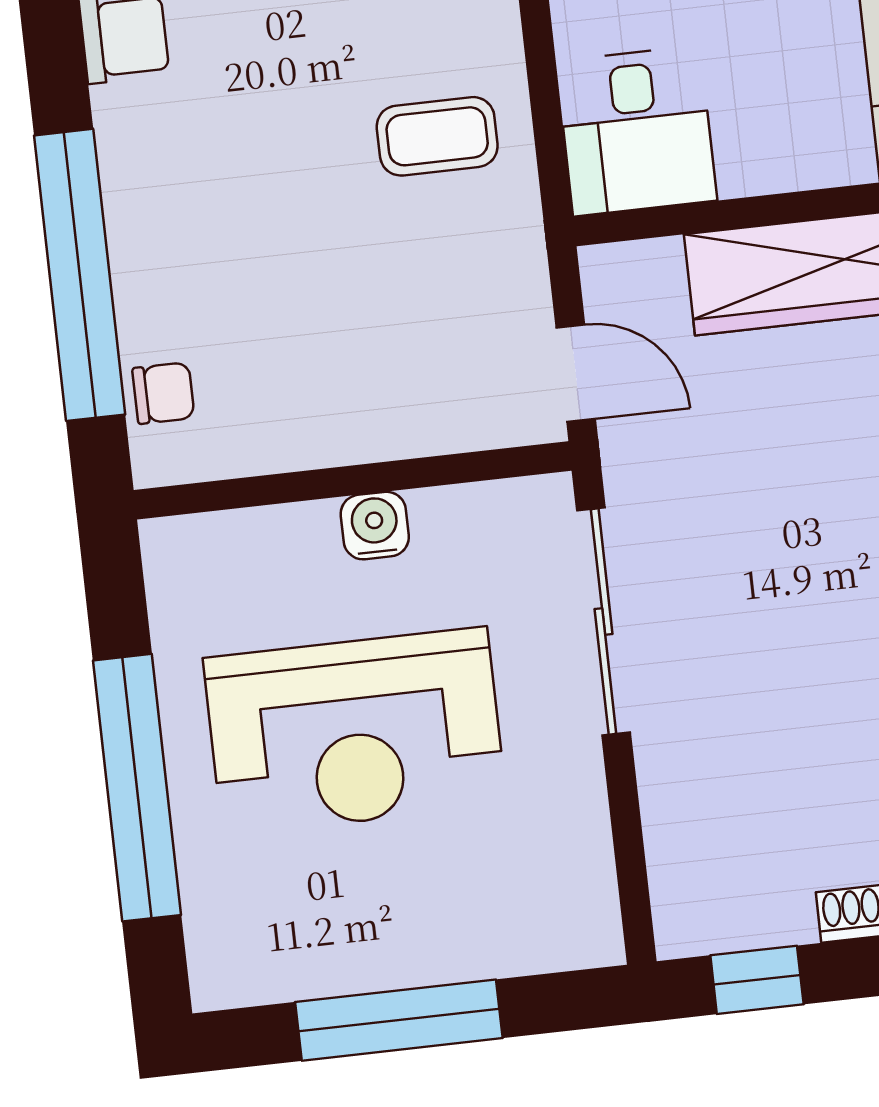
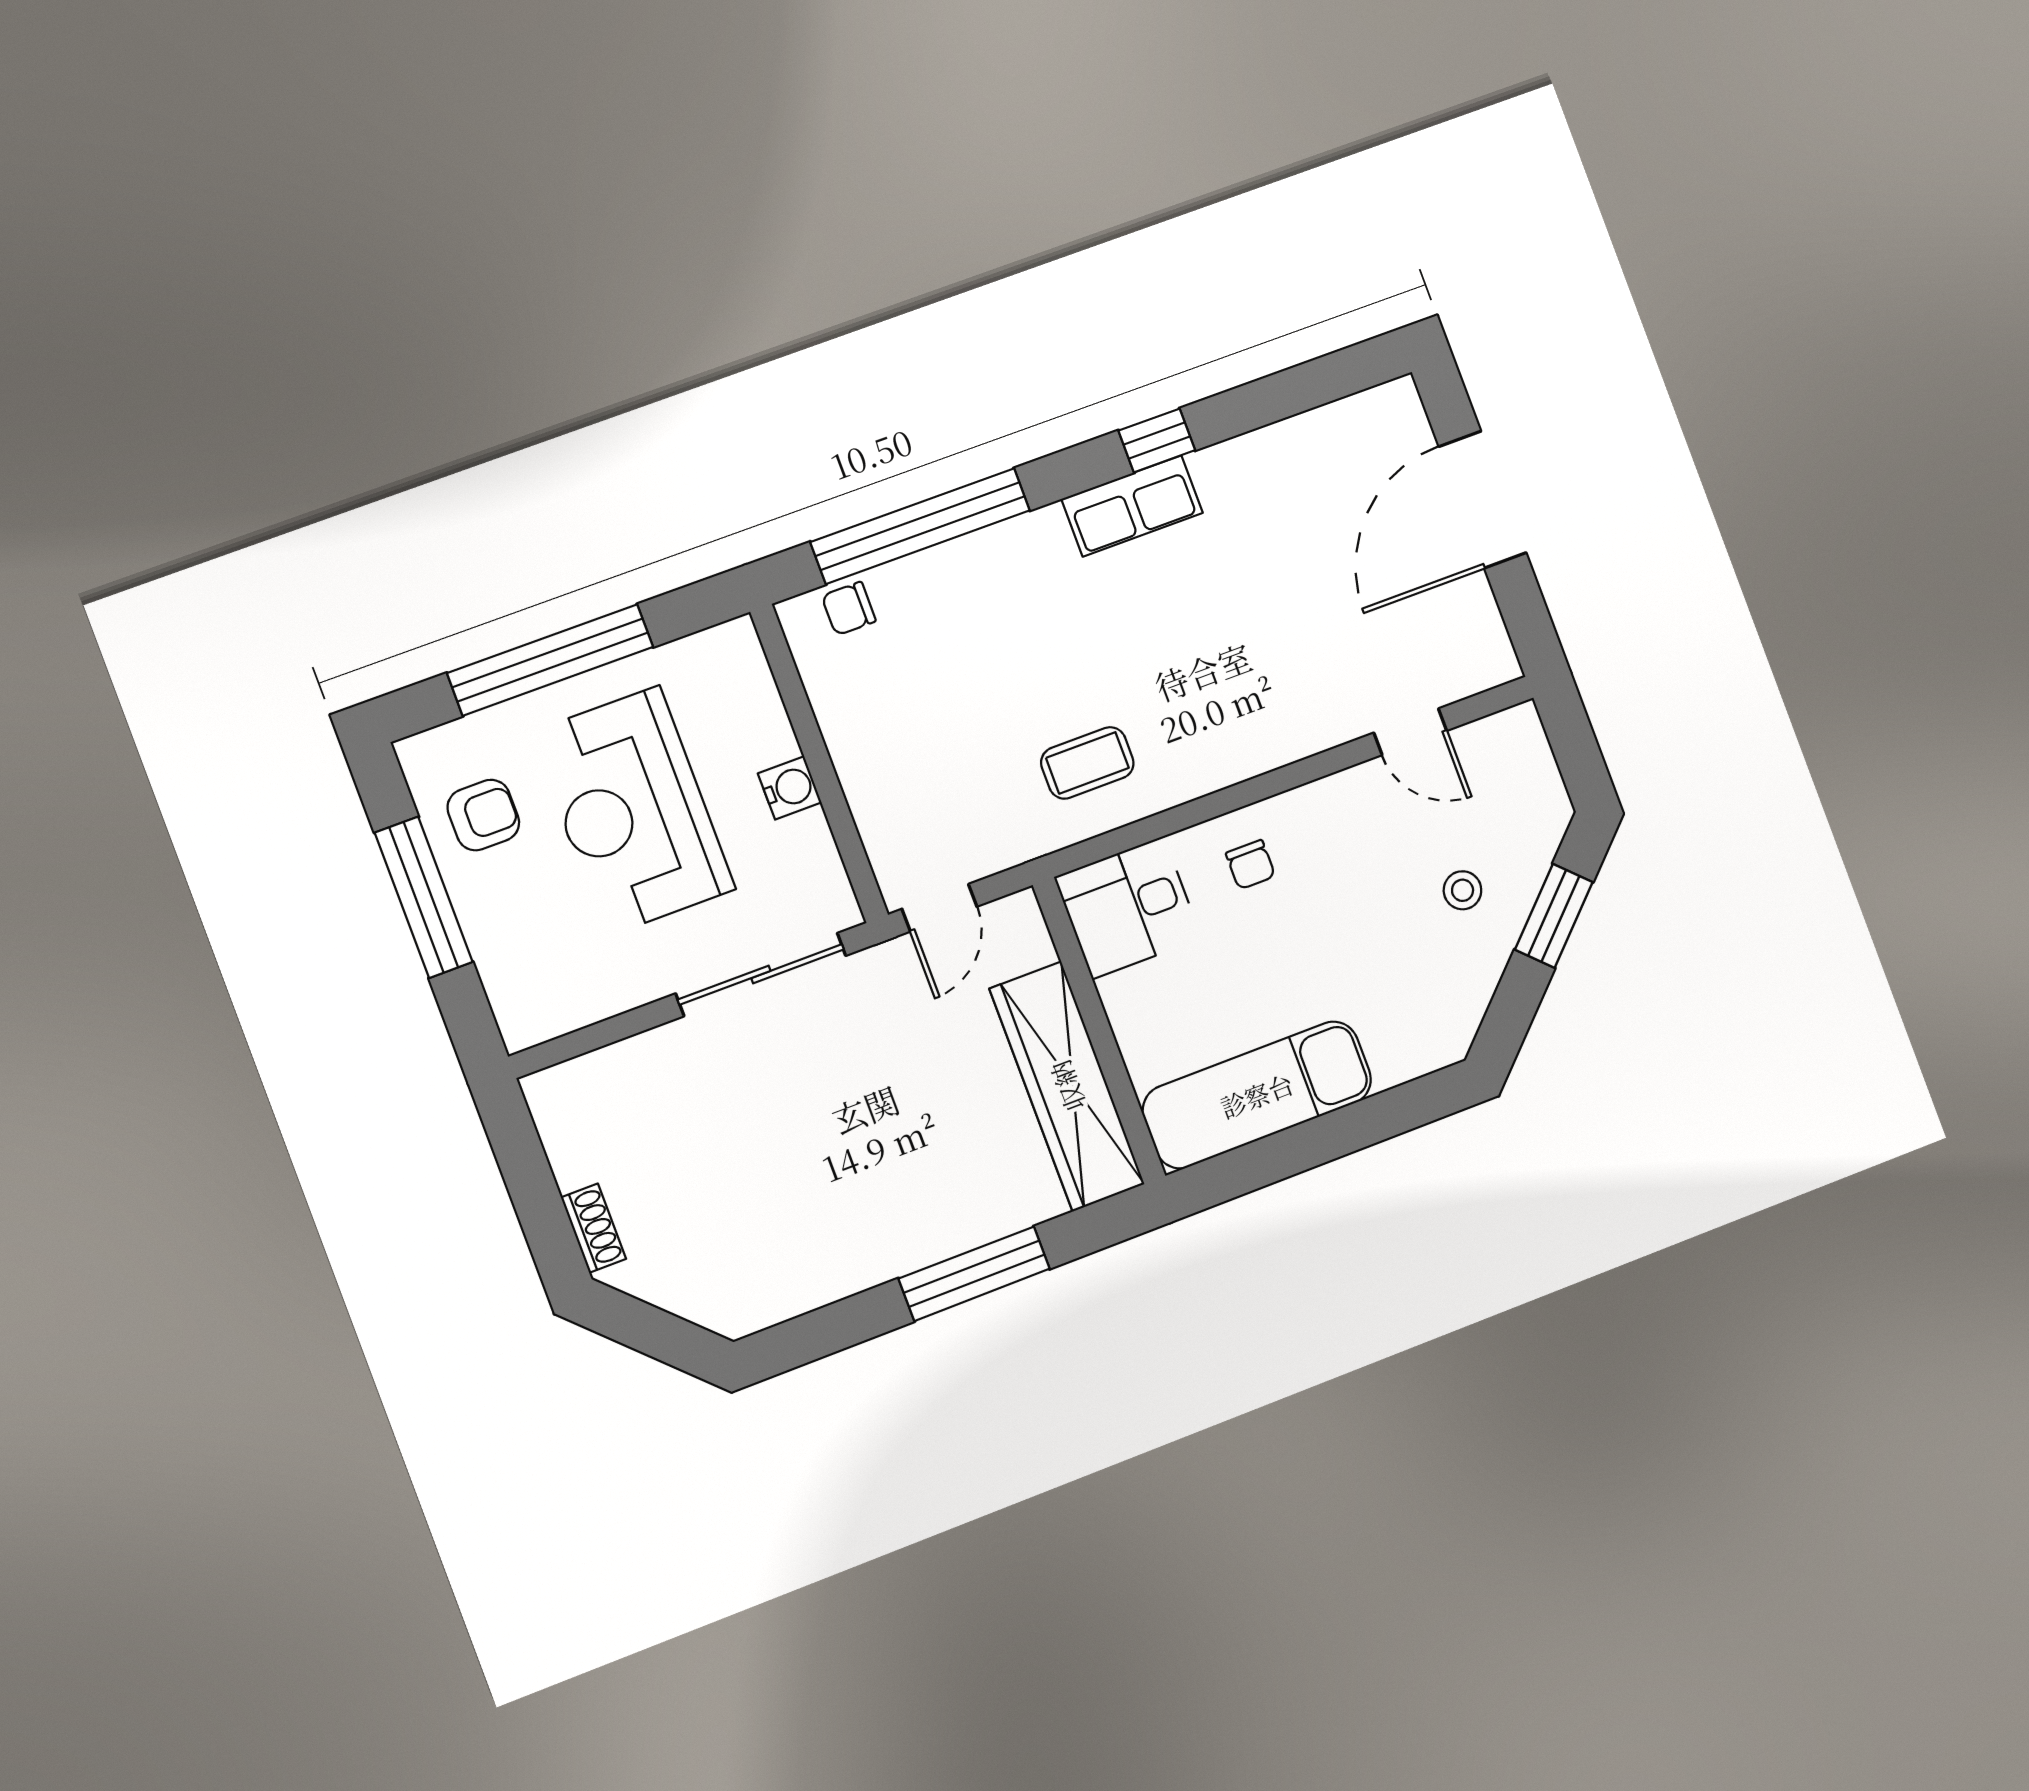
coffee table: (437, 136) -> (1087, 763), turned 90
chair: (163, 393) -> (849, 608), turned 90
armchair: (313, 920) -> (483, 815), added
window: (757, 980) -> (521, 1157), removed

